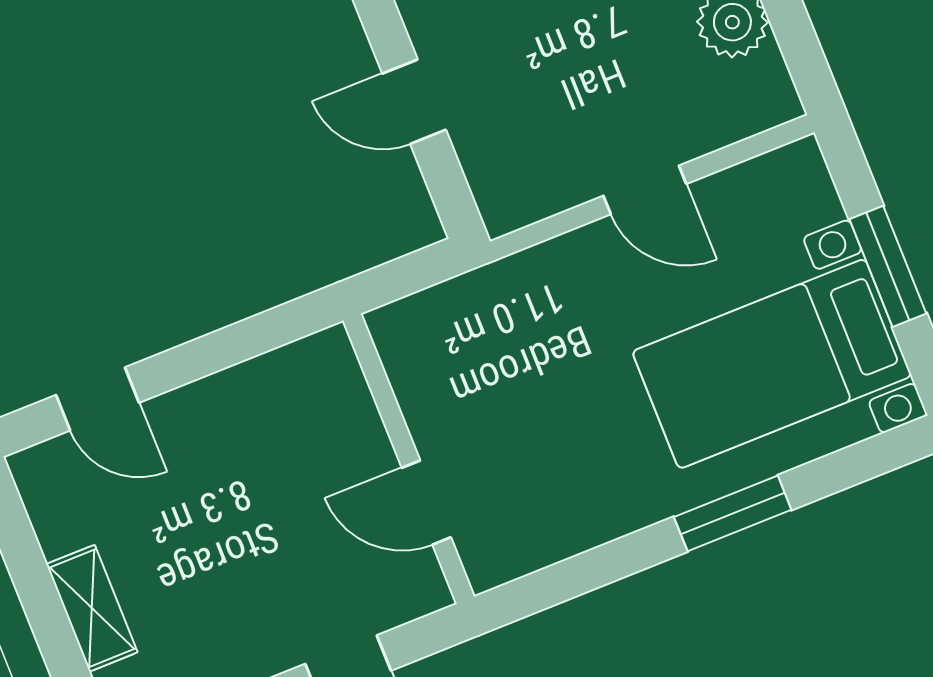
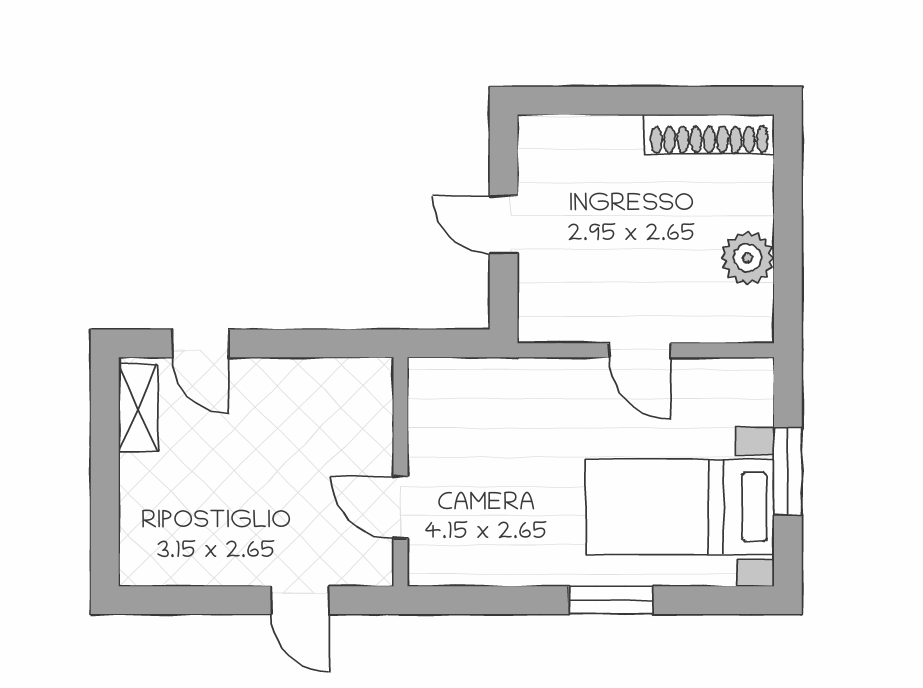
shelving: (92, 608) -> (138, 408), moved

